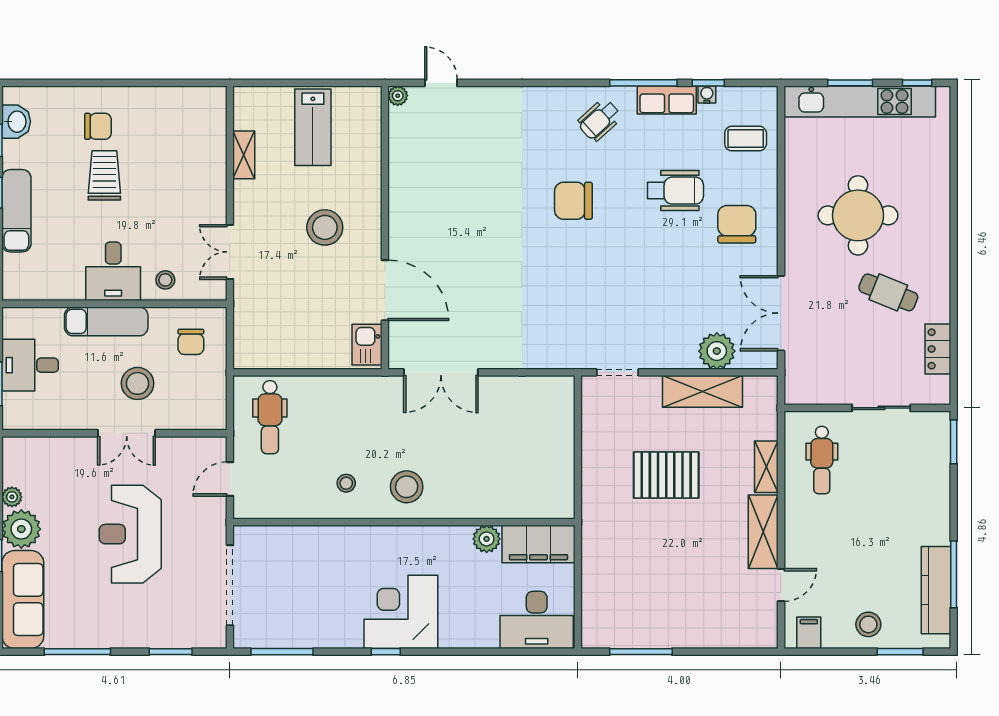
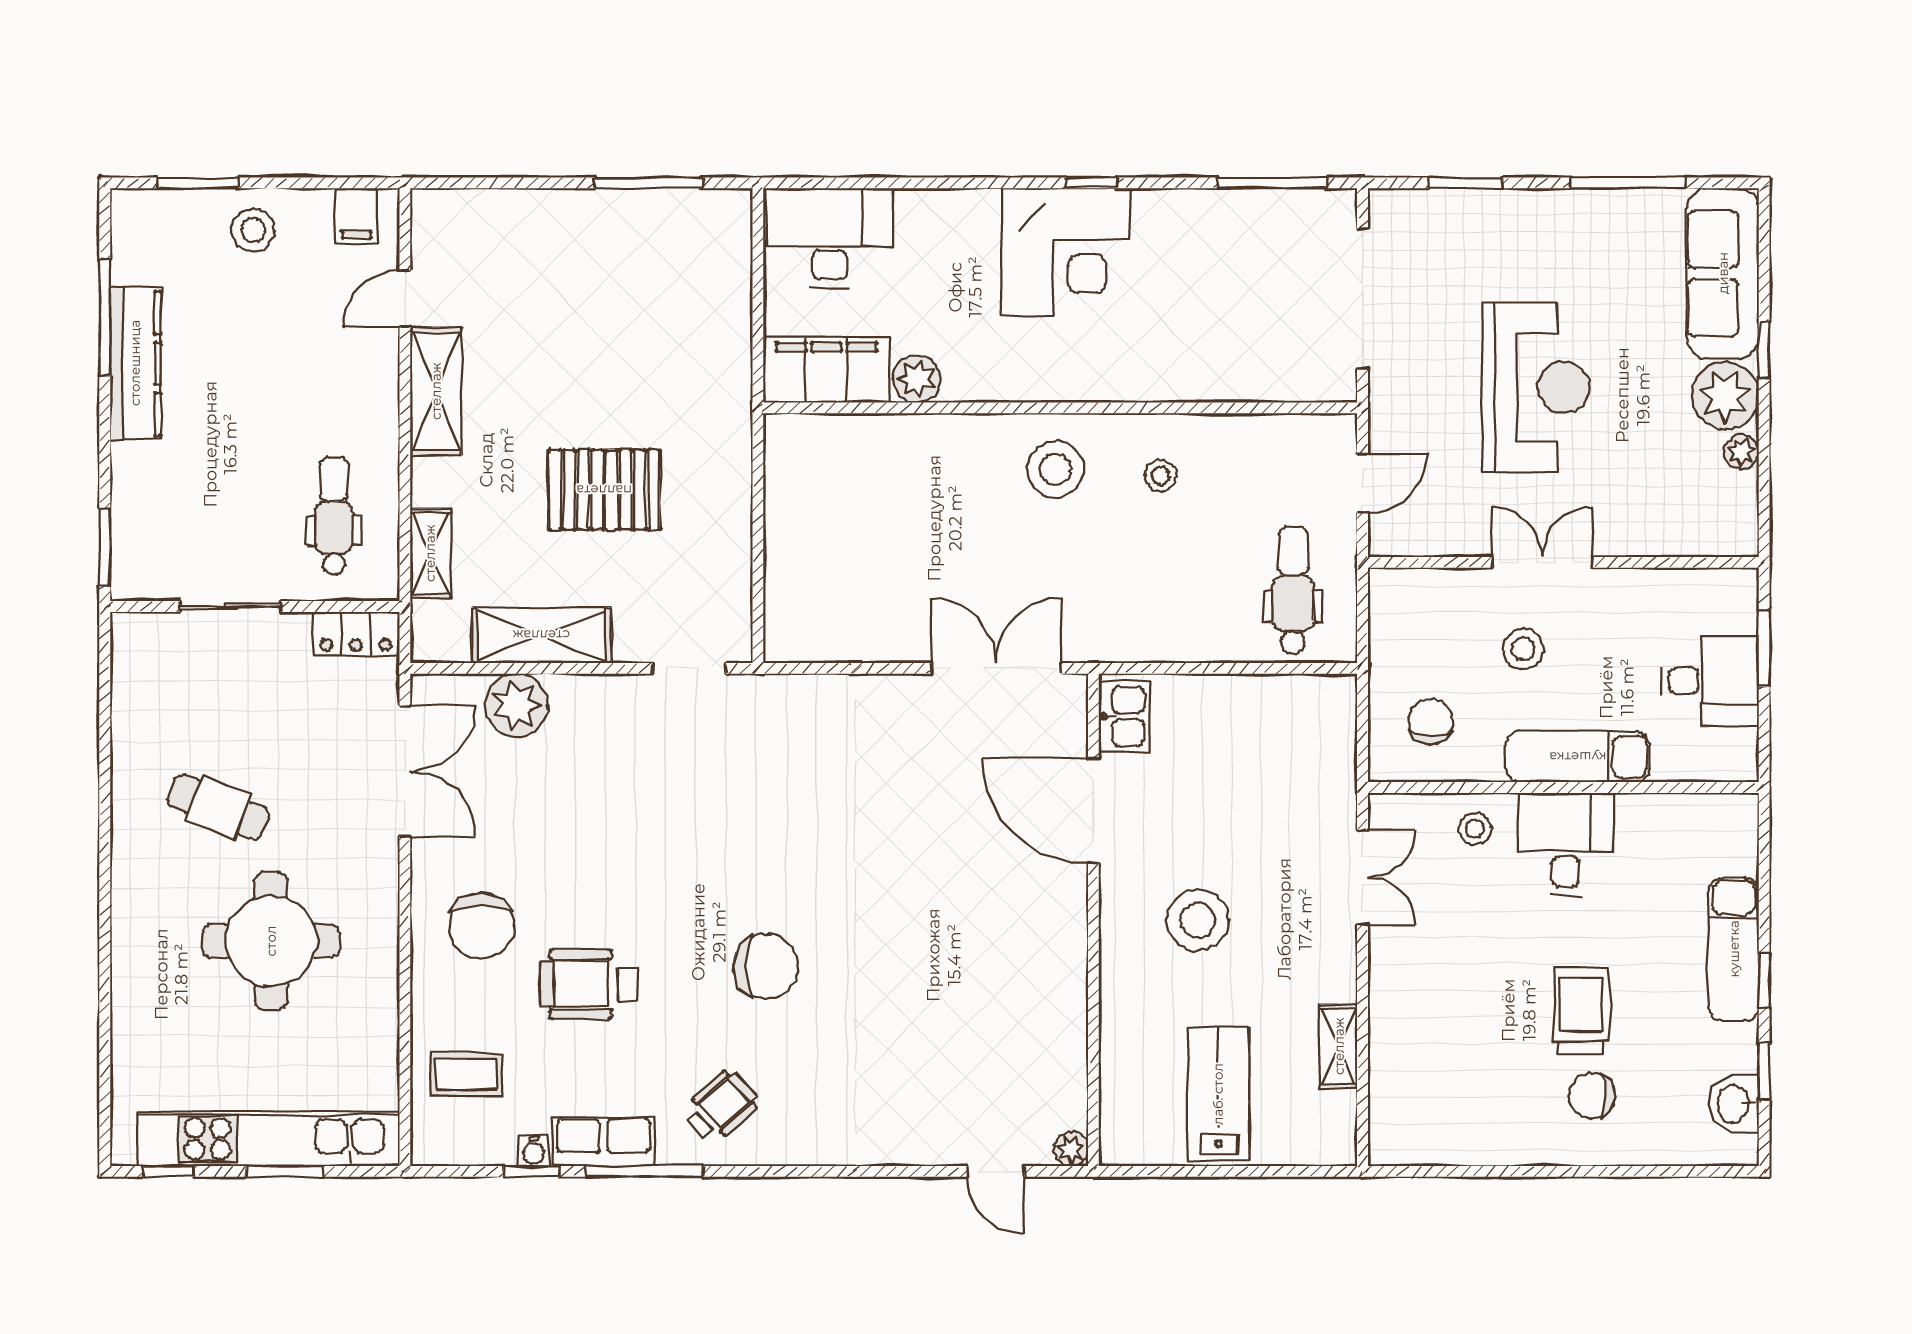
trolley: (104, 175) -> (1581, 1011), turned 180
locker: (938, 349) -> (356, 634), moved, turned 90
stool: (138, 383) -> (1523, 649), width x0.73, depth x0.73
shelving: (766, 467) -> (430, 553), moved
kitchen counter: (936, 590) -> (135, 363), moved

